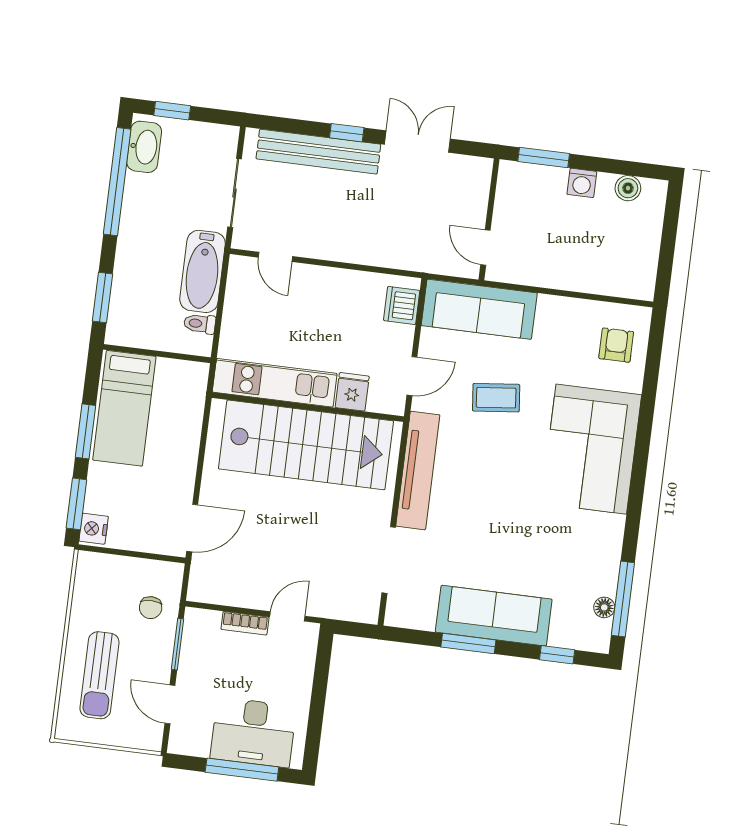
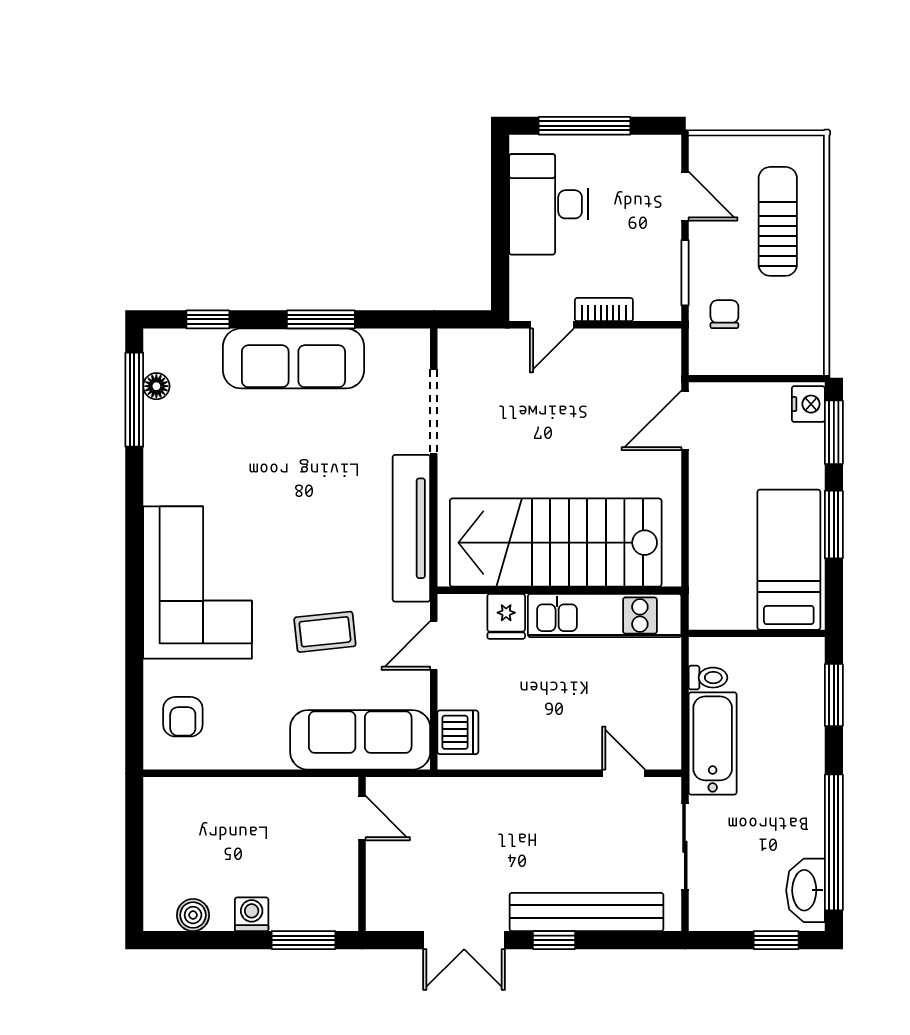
desk: (253, 732) -> (549, 204), moved, turned -90

